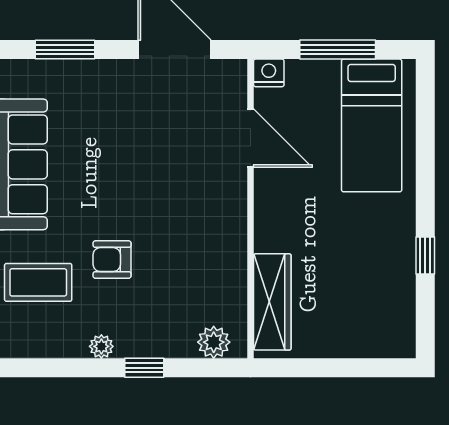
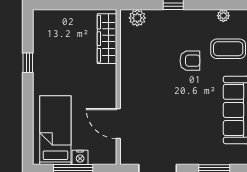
nightstand: (269, 73) -> (80, 157), moved
plant: (101, 346) -> (223, 16), moved

